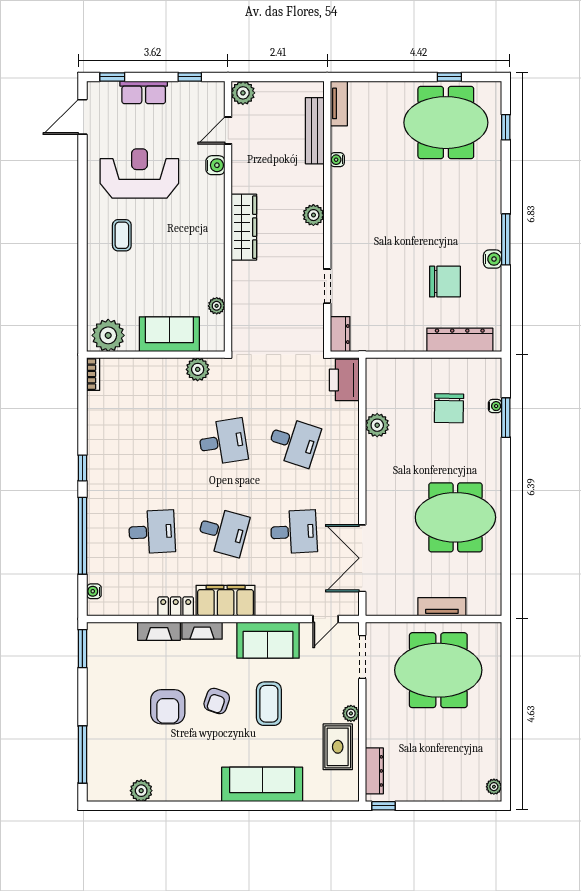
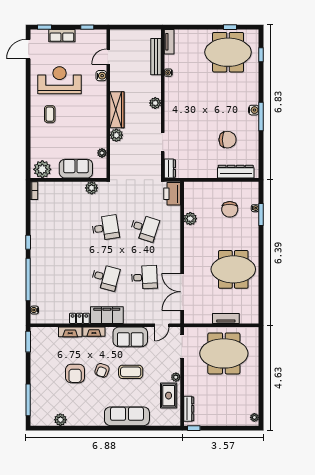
plant: (243, 93) -> (116, 135), moved
water cooler: (493, 259) -> (254, 110), moved
desk: (152, 532) -> (66, 277), removed
coffee table: (269, 704) -> (131, 372), turned 90

